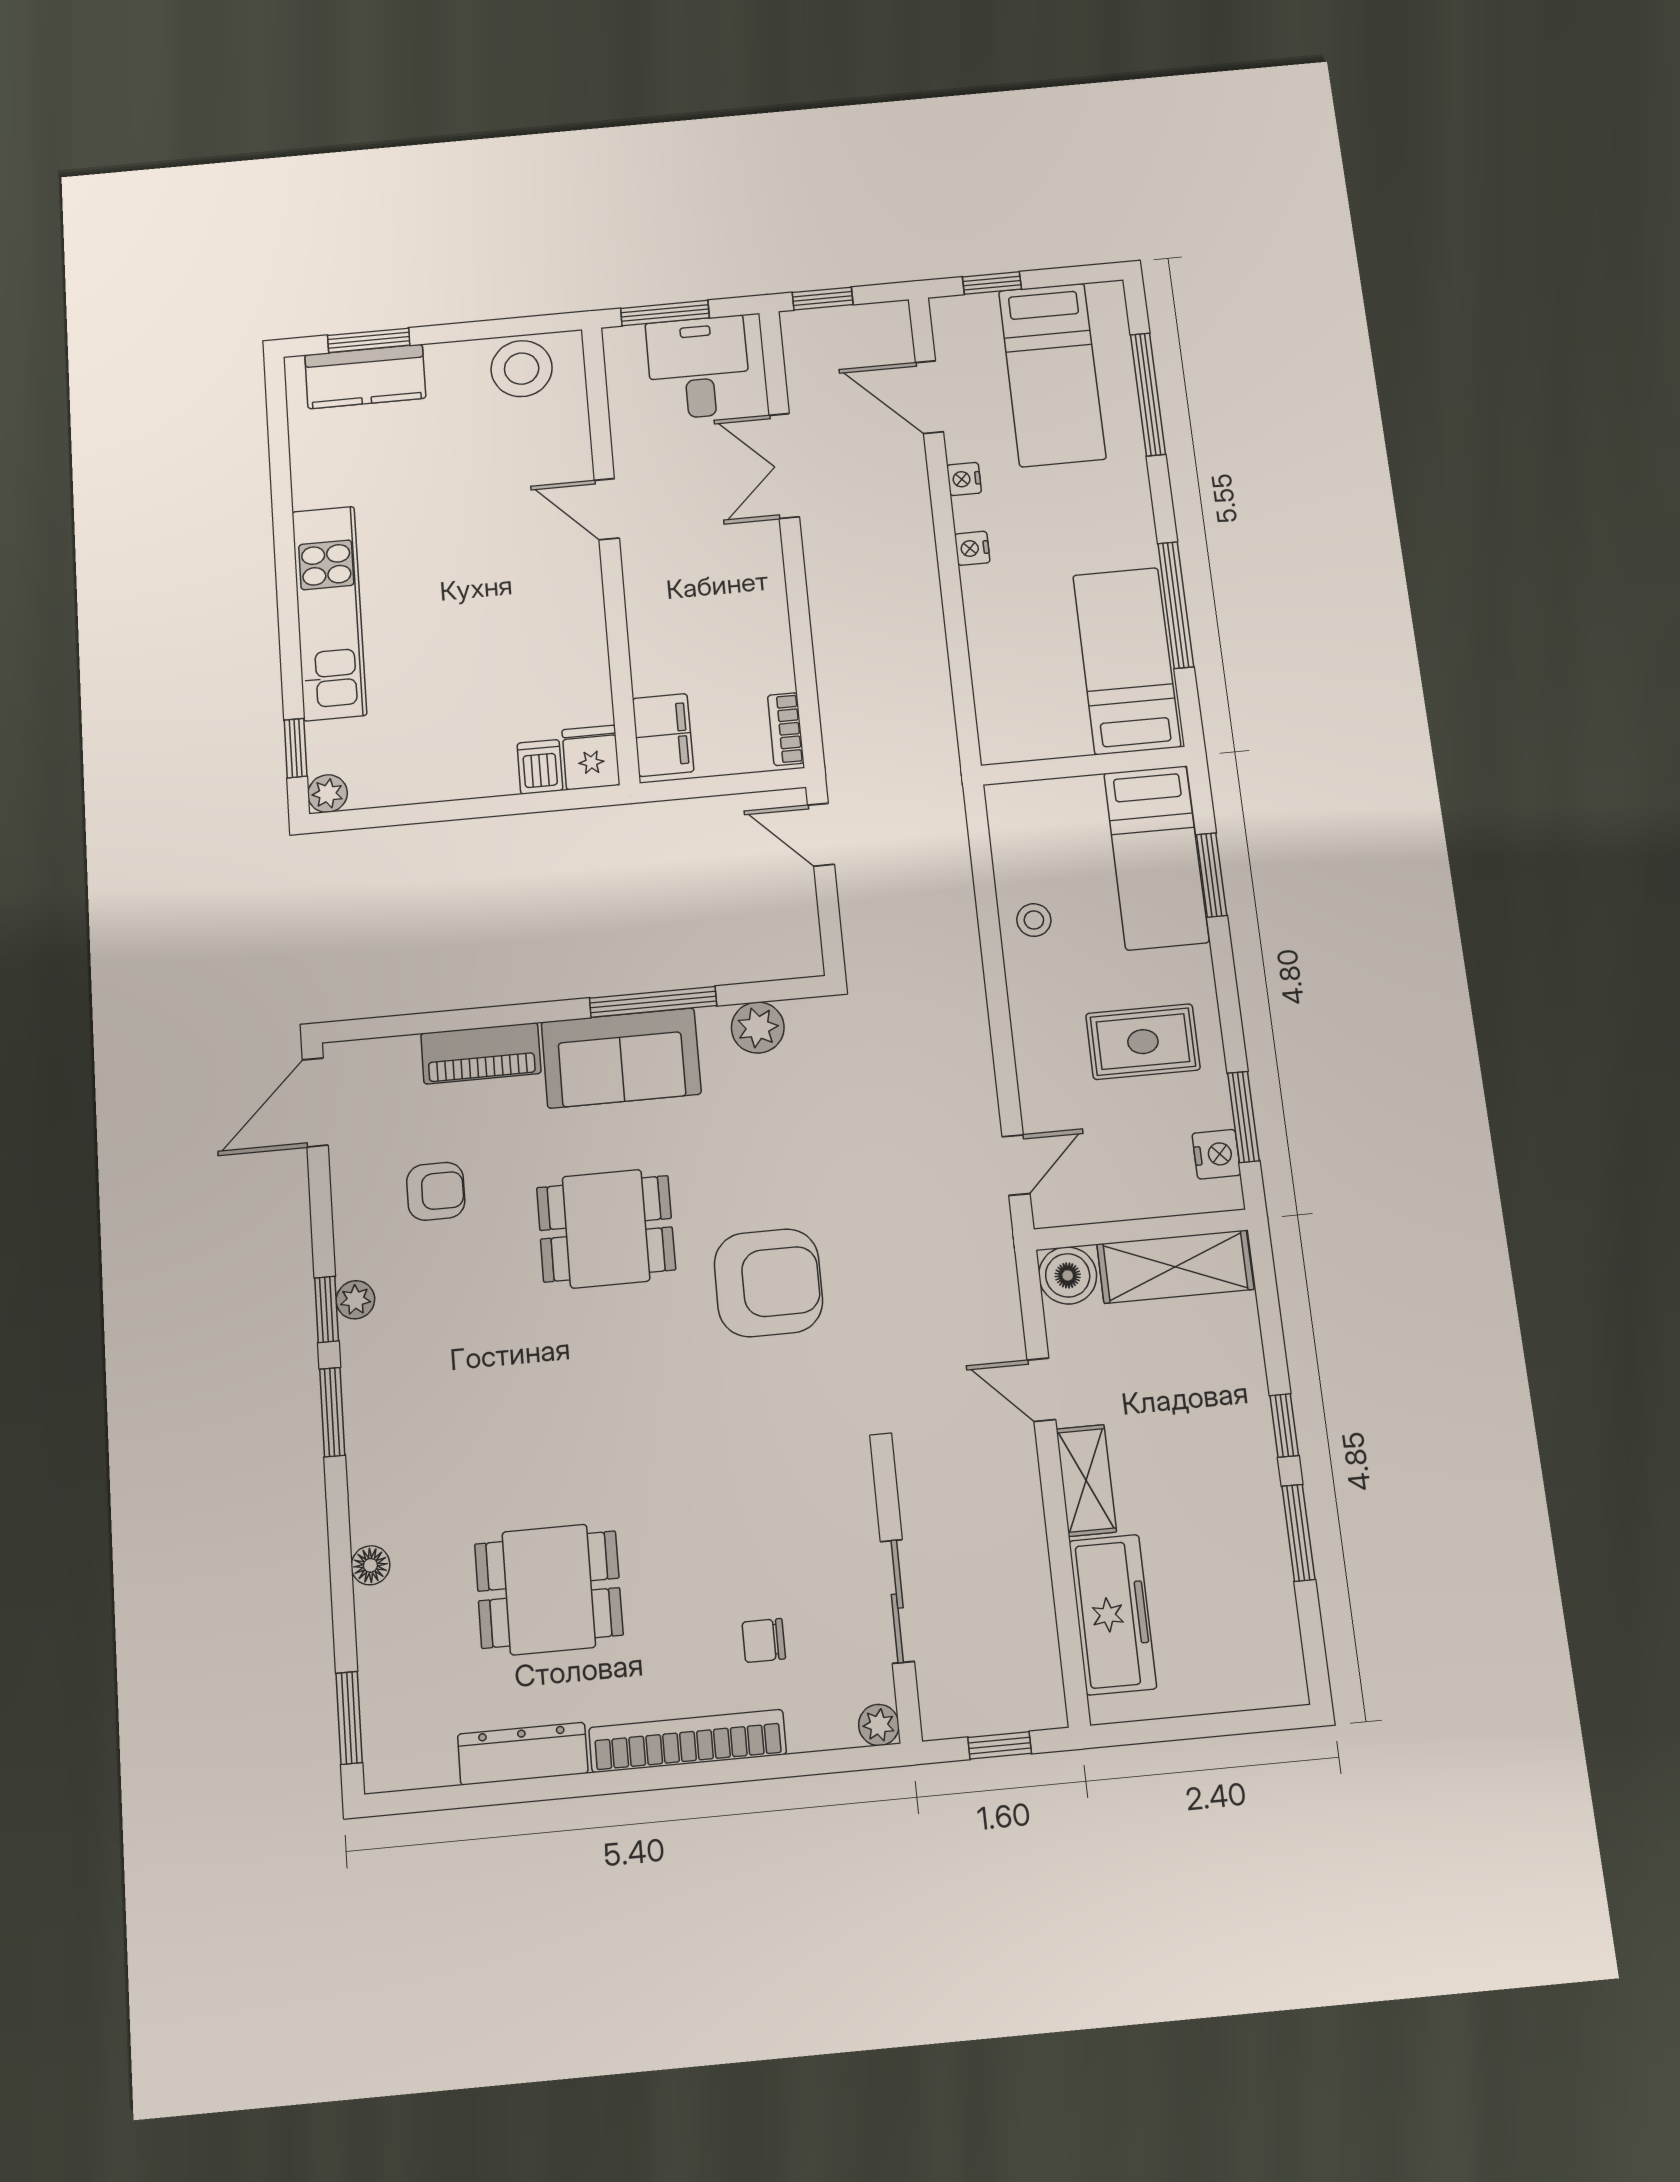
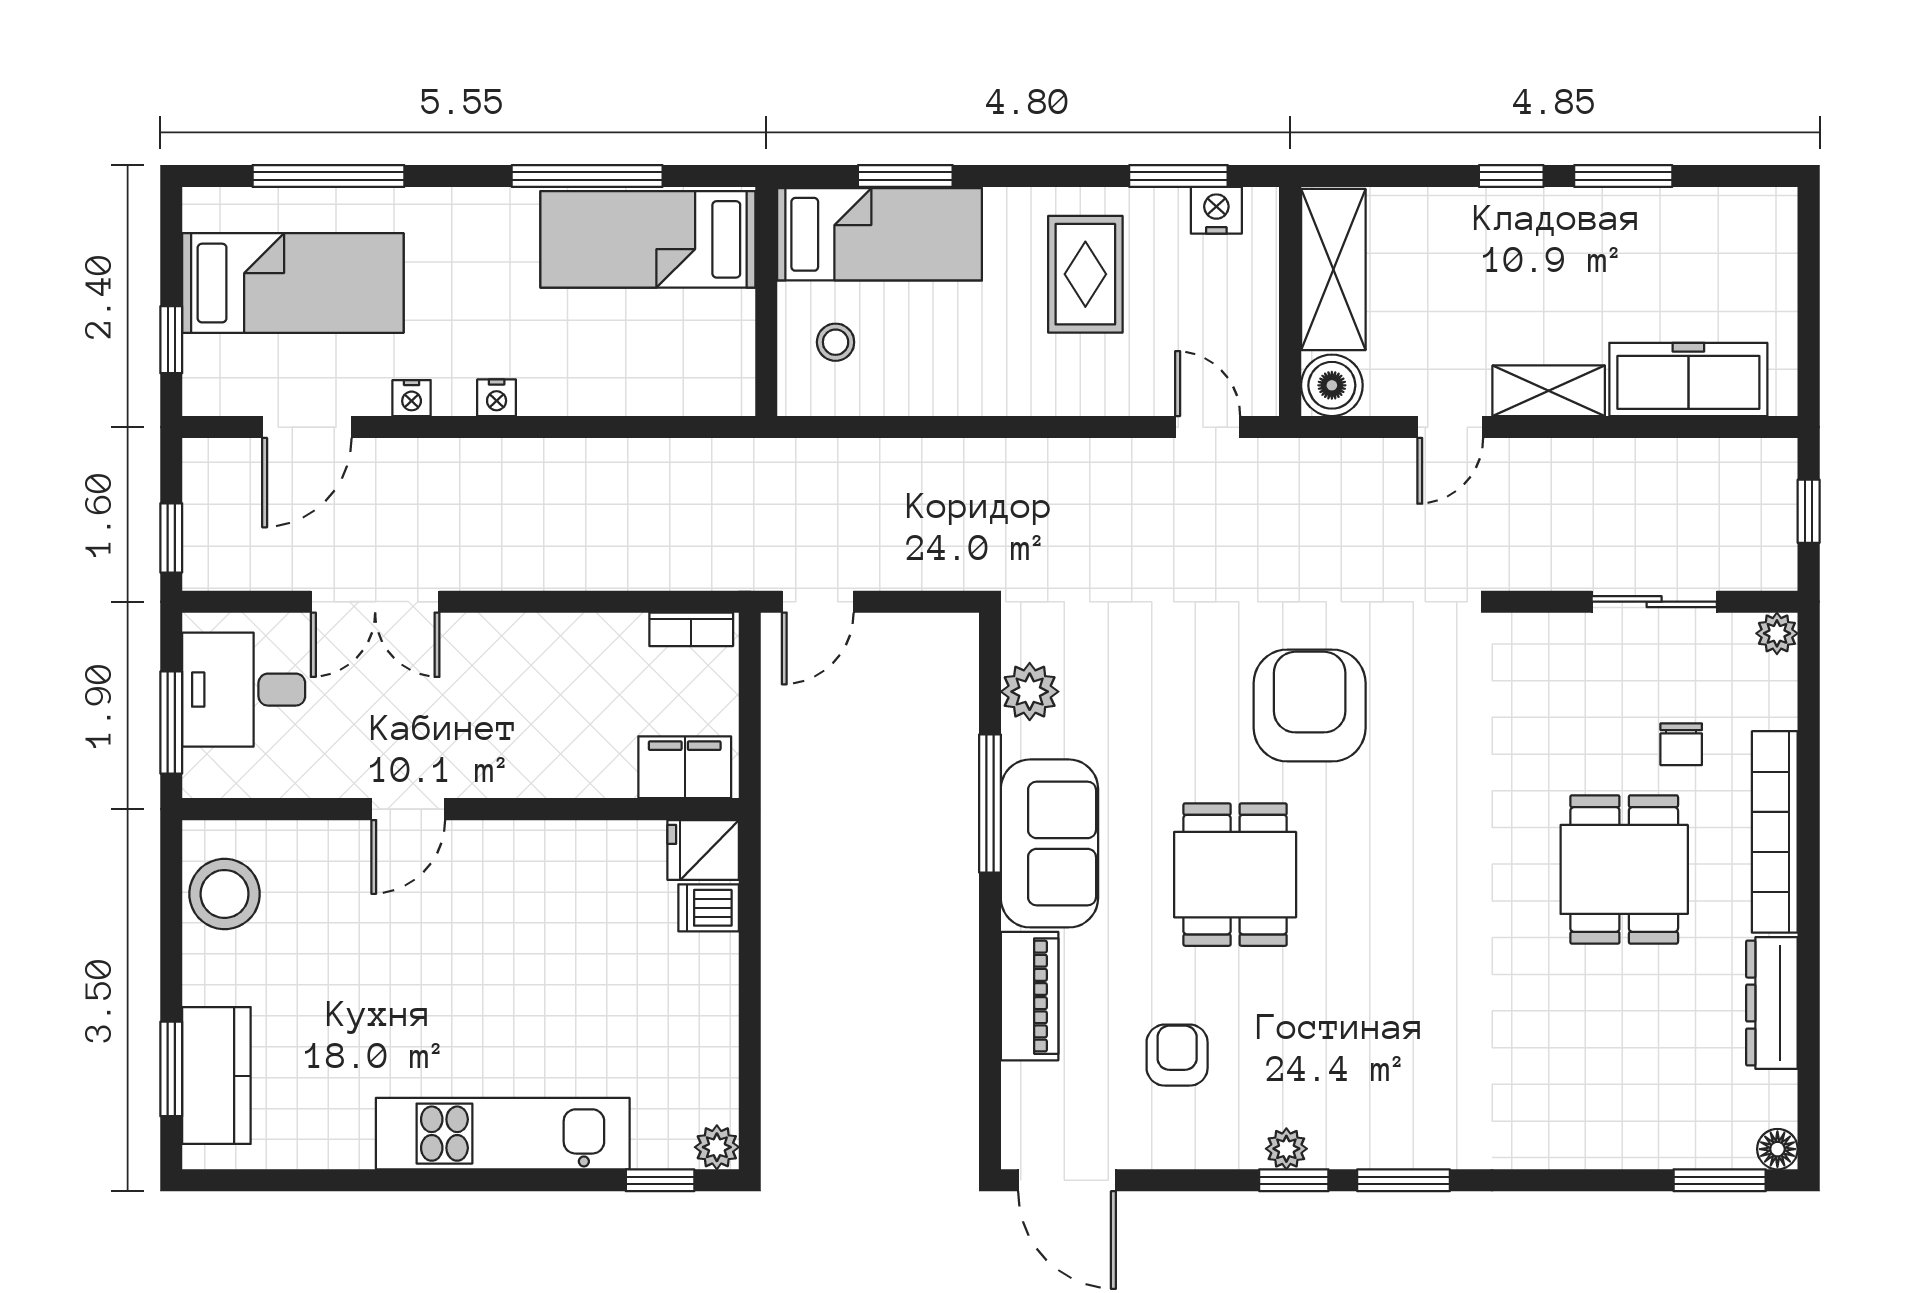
stool: (1034, 920) -> (836, 342), moved
floor lamp: (370, 1565) -> (1777, 1149), moved
dining table: (549, 1589) -> (1624, 869), moved

